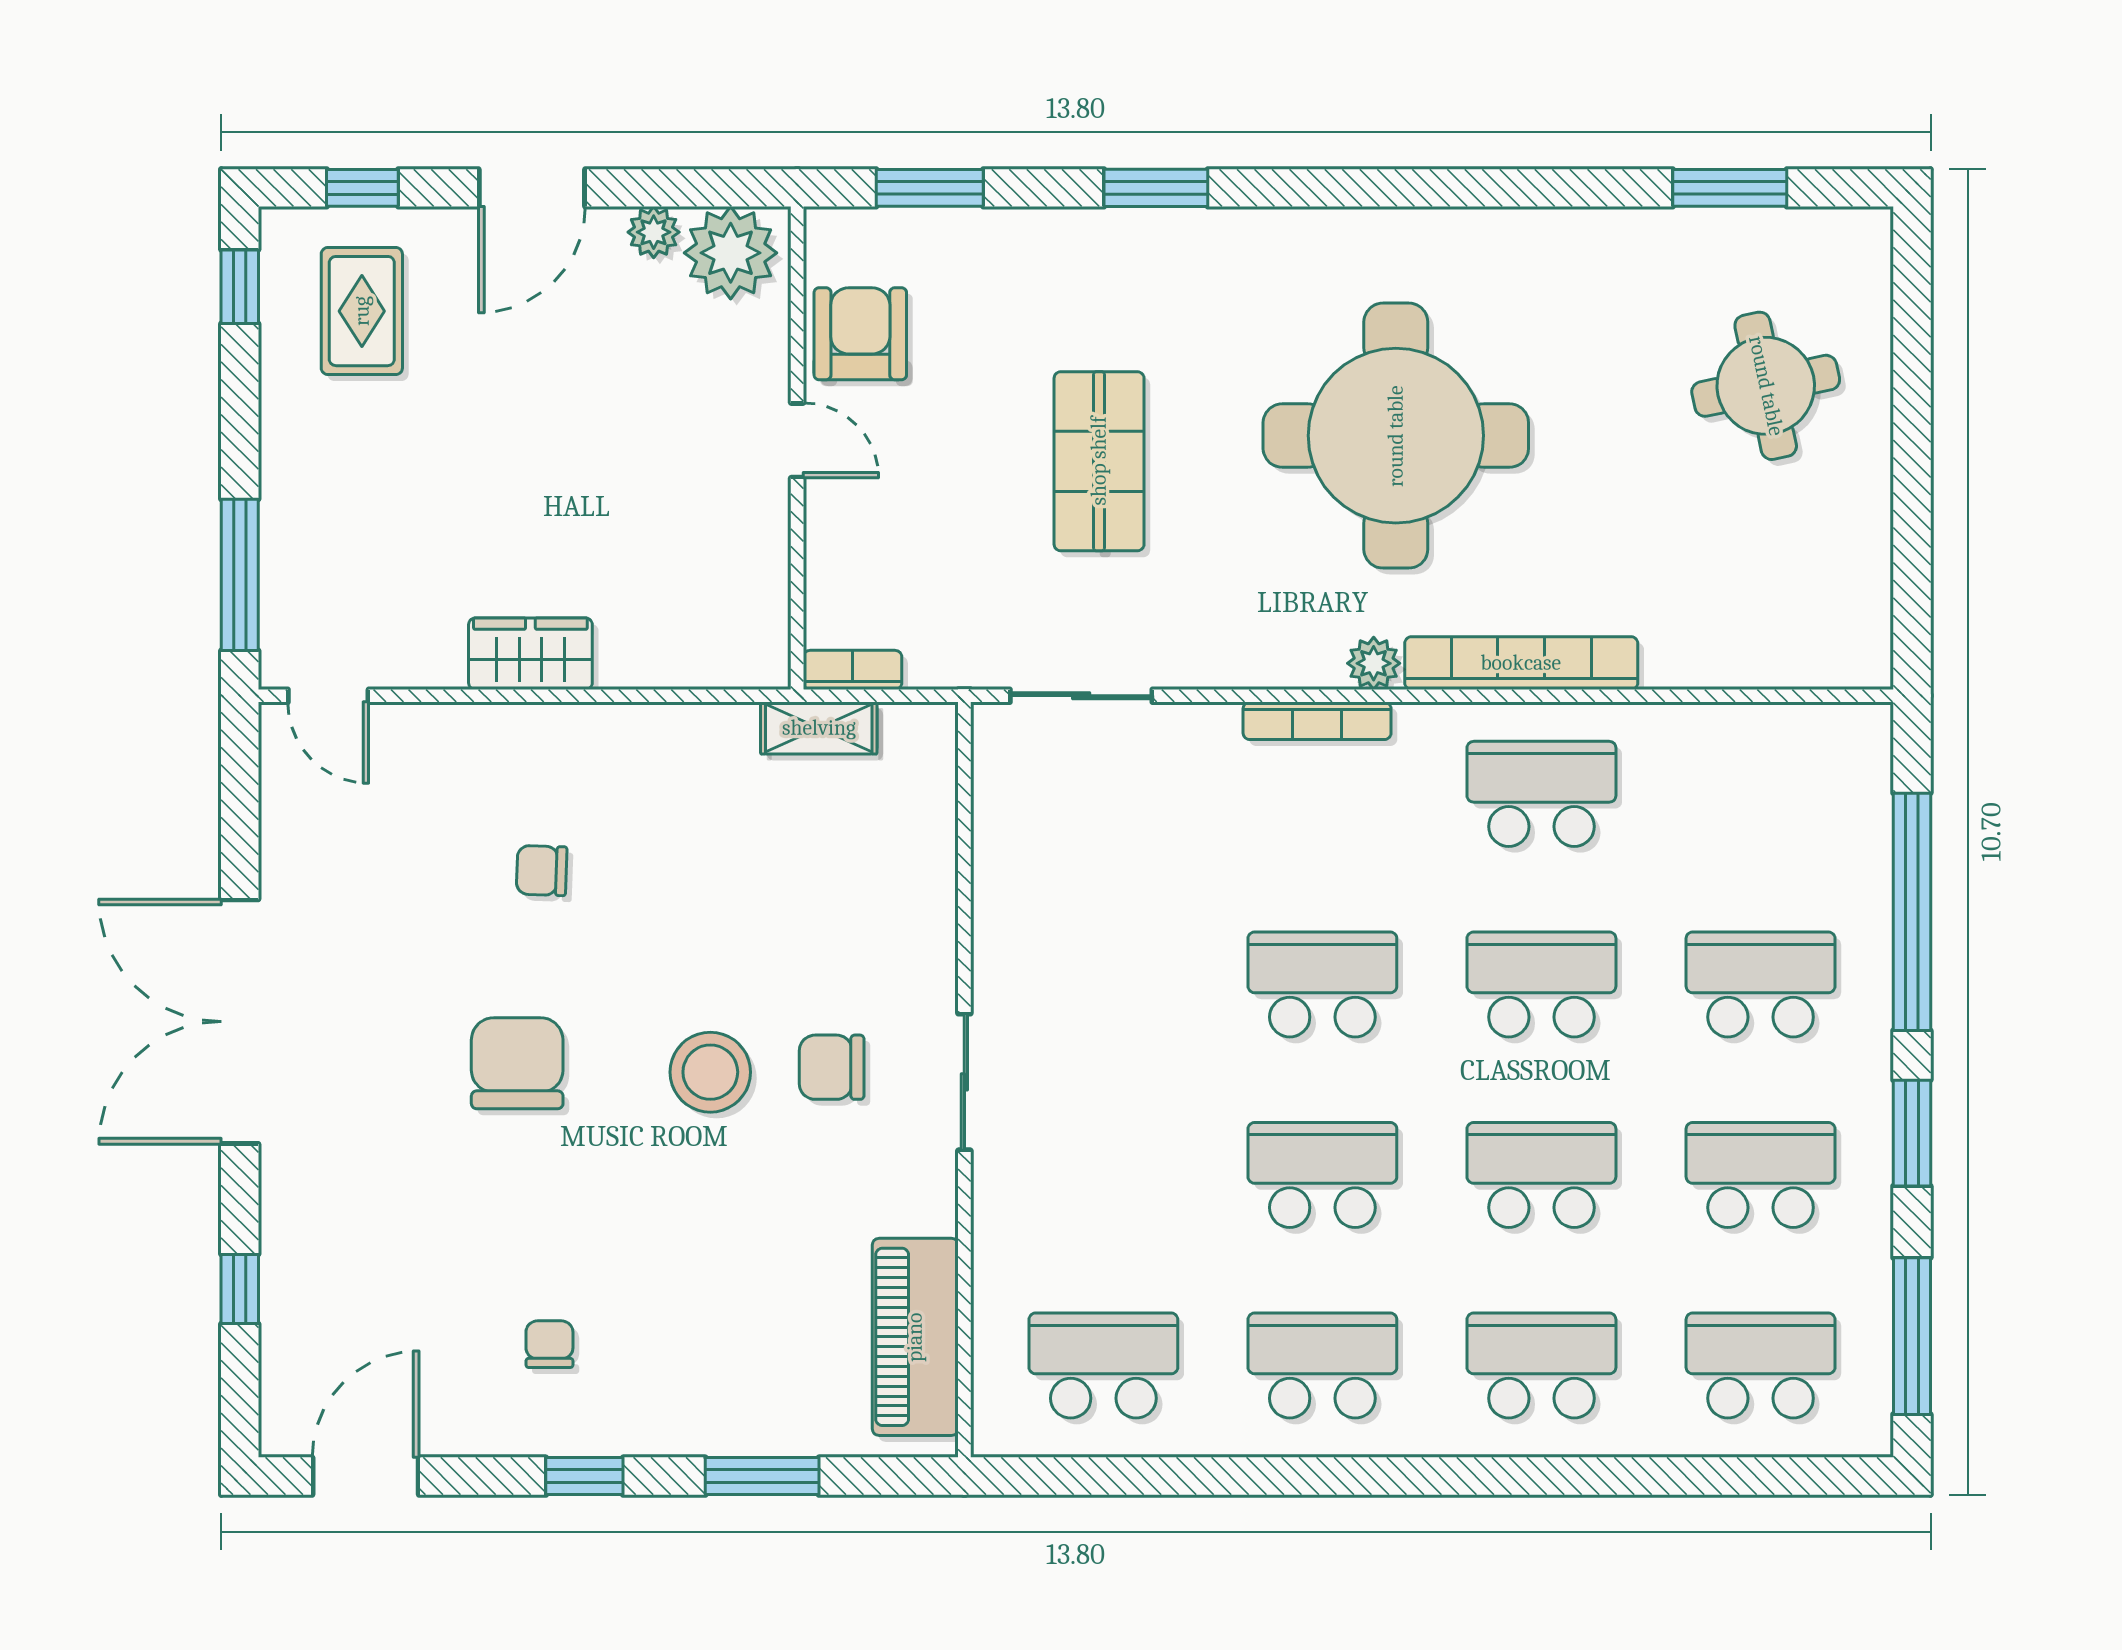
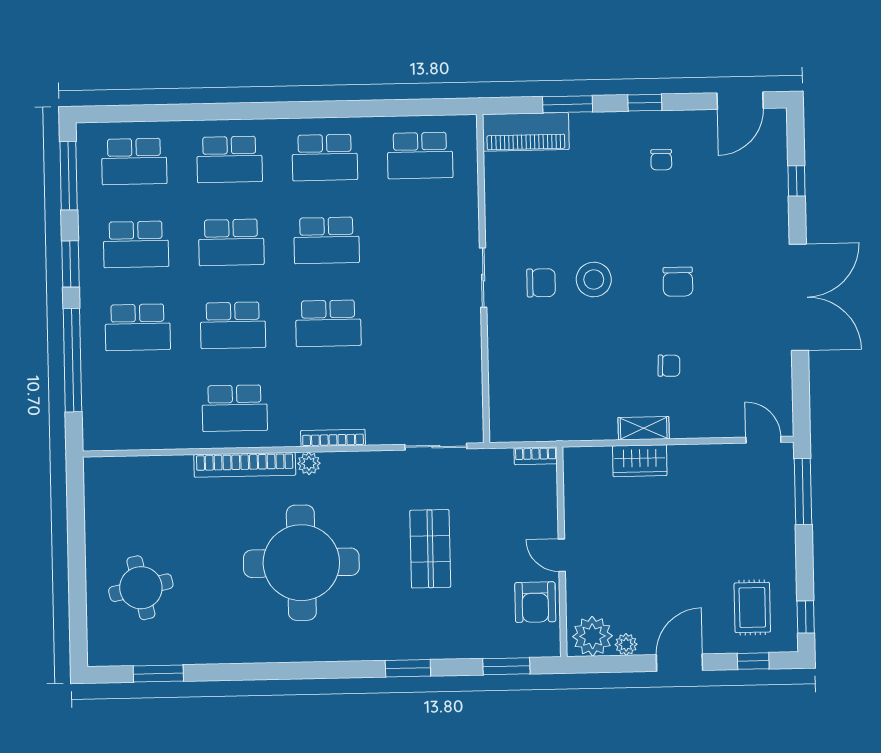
wardrobe: (530, 654) -> (640, 461), moved
shelving: (819, 728) -> (644, 428), moved
chair: (517, 1063) -> (678, 282), width x0.73, depth x0.73
piano: (915, 1337) -> (526, 132), moved, turned 90

